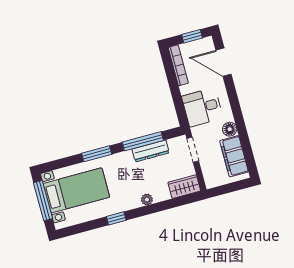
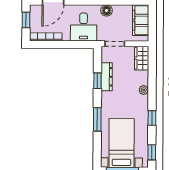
window: (143, 141) -> (97, 81), width x0.46
filing cabinet: (234, 156) -> (141, 20), moved, turned 90
window: (75, 230) -> (152, 152), added

